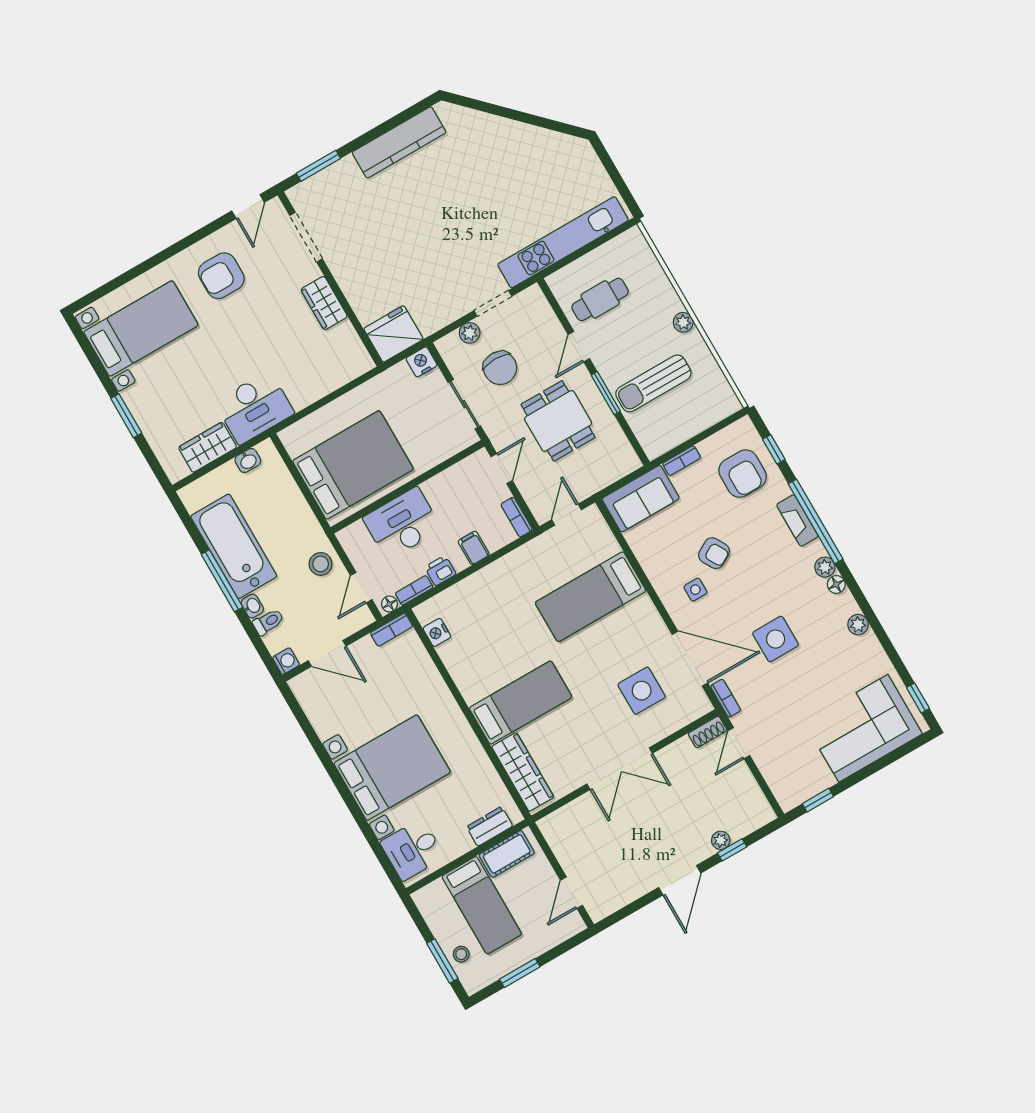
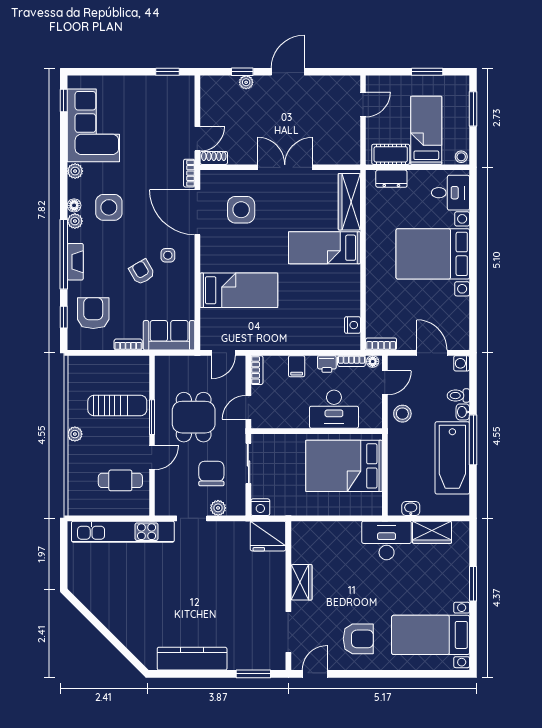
side table: (776, 639) -> (109, 207), moved
corner sofa: (863, 728) -> (93, 125), moved, turned -90
stool: (461, 954) -> (461, 157), moved

